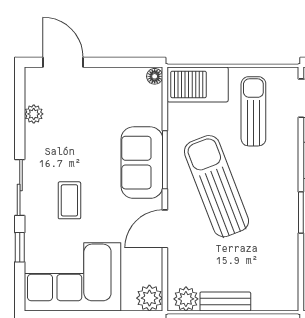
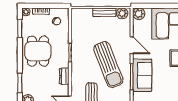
door: (165, 229) -> (132, 45), hinge flipped

